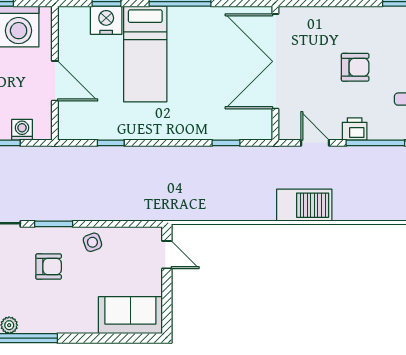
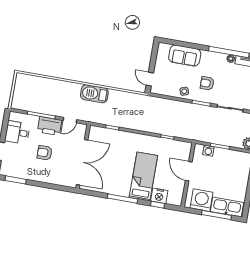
printer: (355, 129) -> (50, 126), width x1.87, depth x1.48
door: (315, 143) -> (70, 120), hinge flipped
barbecue: (304, 205) -> (94, 94), moved
sofa: (130, 315) -> (185, 56), moved

